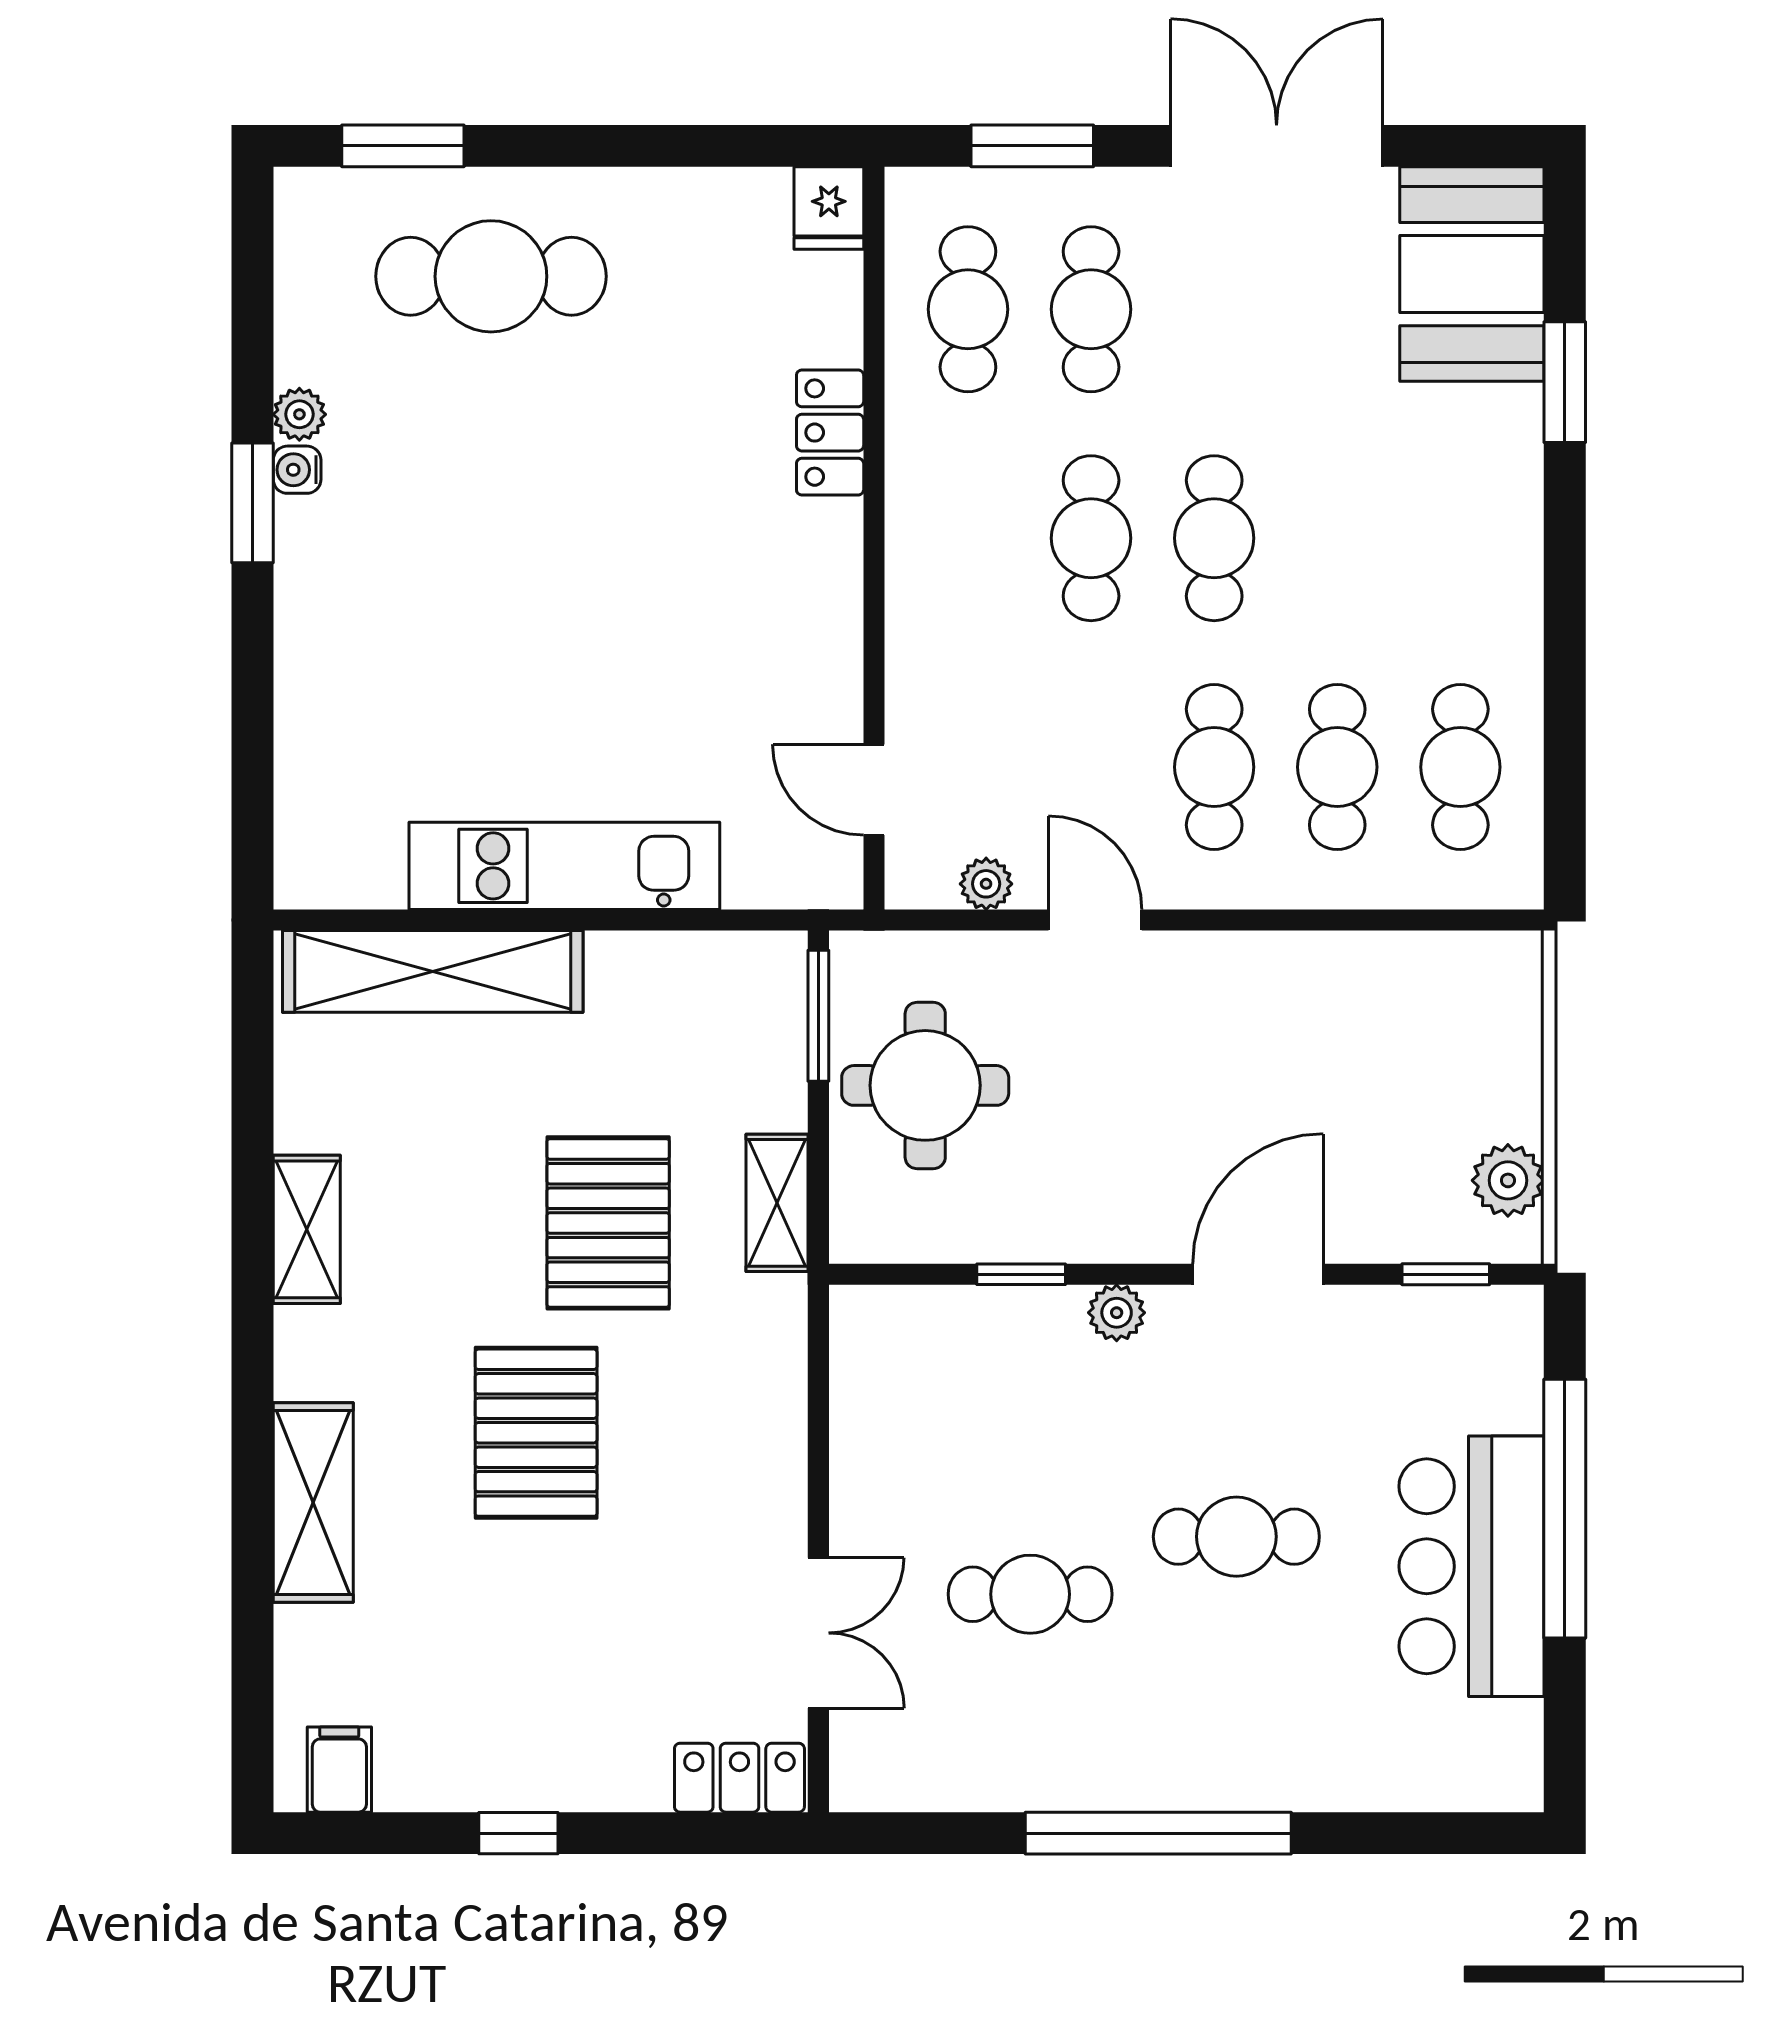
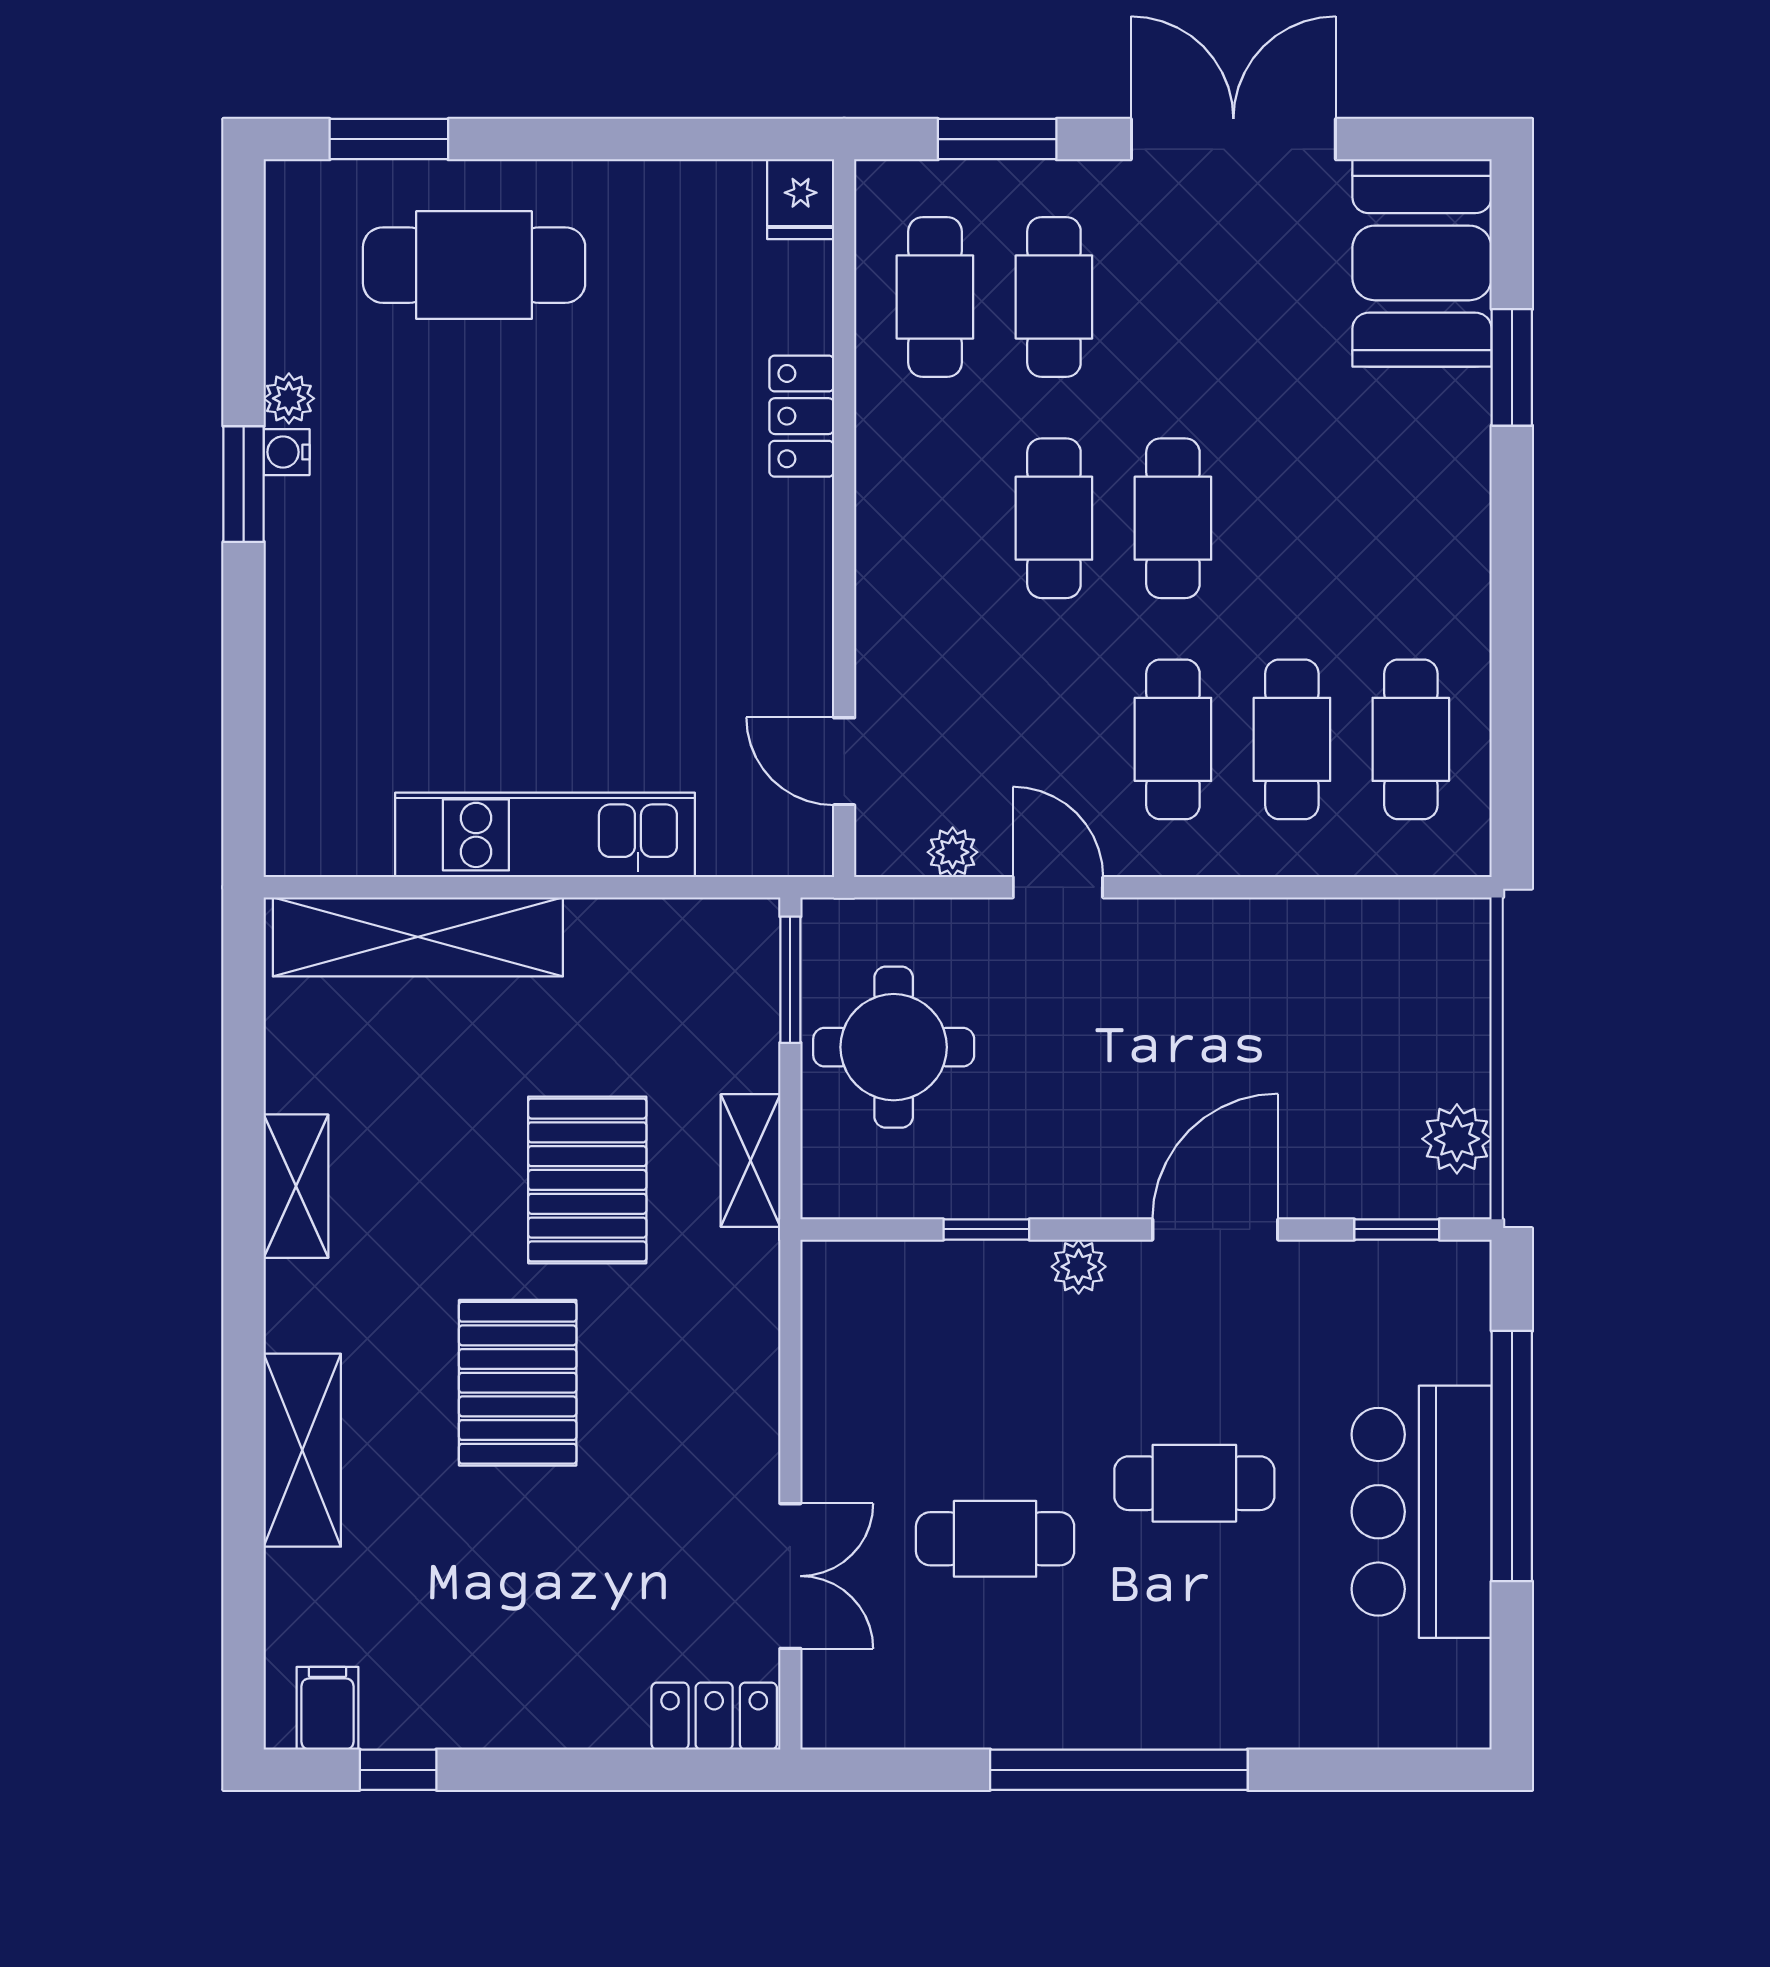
window: (518, 1833) -> (398, 1770), moved

